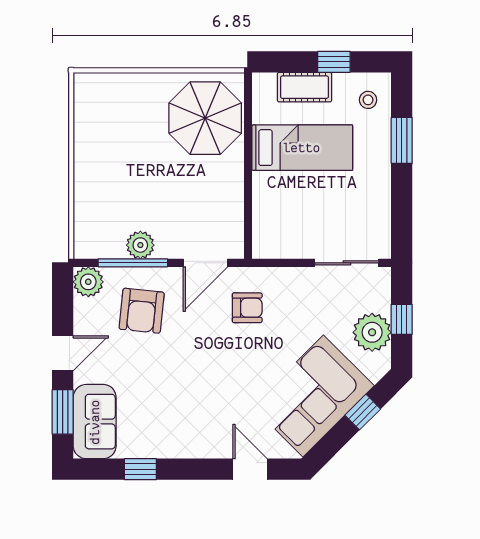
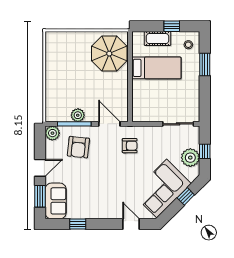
door: (205, 263) -> (109, 124), swing flipped

